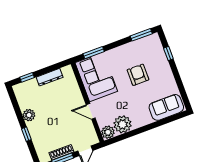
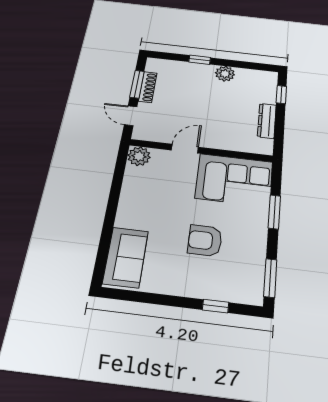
window: (94, 53) -> (274, 212), moved
armchair: (138, 75) -> (205, 241), turned 180
plant: (122, 124) -> (138, 181), removed

